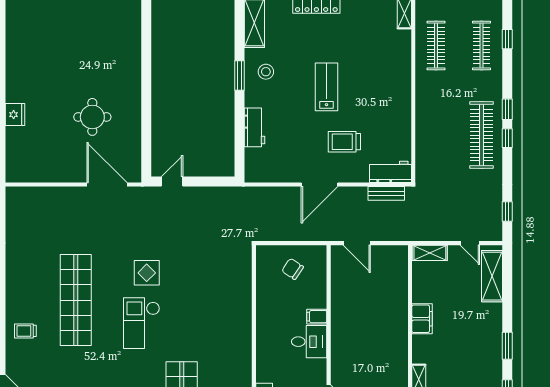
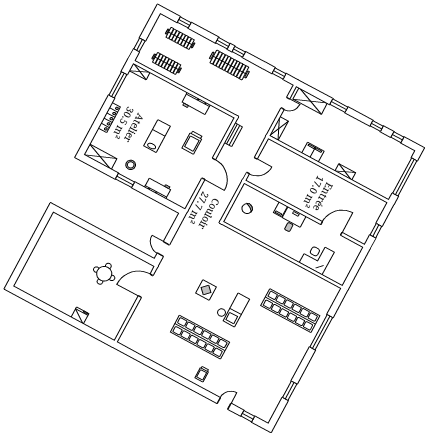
lab bench: (326, 87) -> (157, 136), turned 90
workbench: (390, 172) -> (196, 104), moved, turned -90
checkout: (142, 323) -> (232, 308), turned -90
window: (507, 346) -> (339, 106), moved

